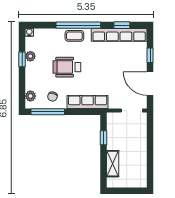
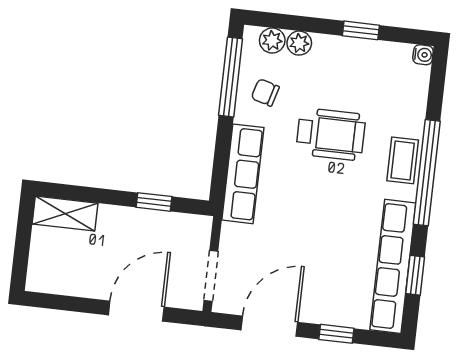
plant: (30, 56) -> (299, 43), moved
wheelchair: (67, 67) -> (331, 134), turned 90
door: (150, 140) -> (136, 311), added
shelving: (113, 164) -> (65, 214), moved

